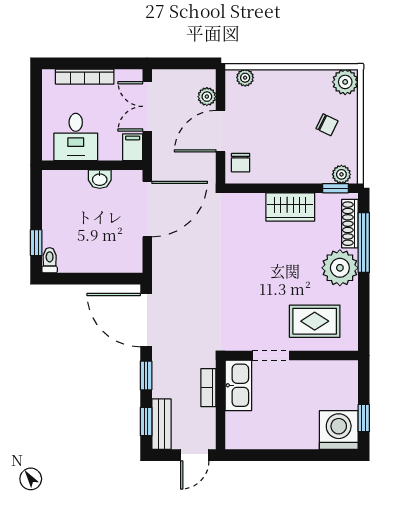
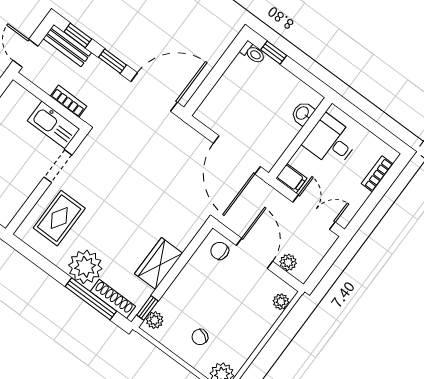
bookcase: (85, 77) -> (377, 174), width x0.64
washbasin: (100, 179) -> (303, 113), moved

